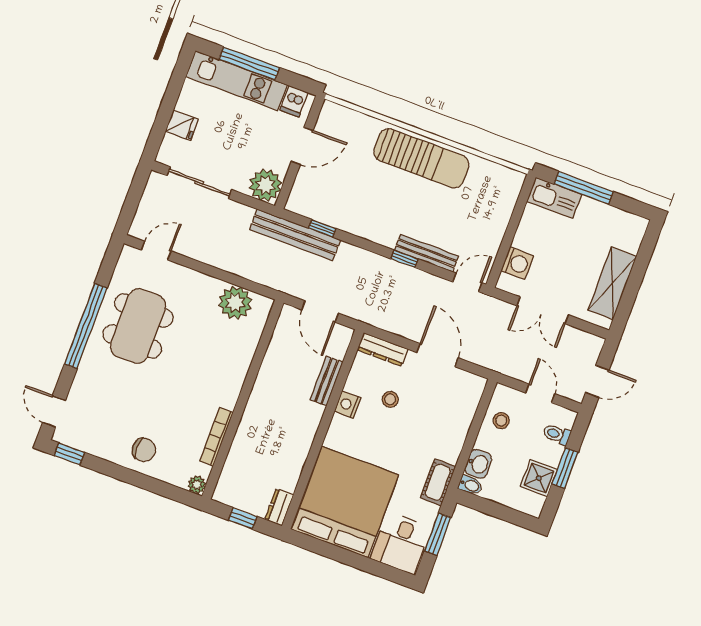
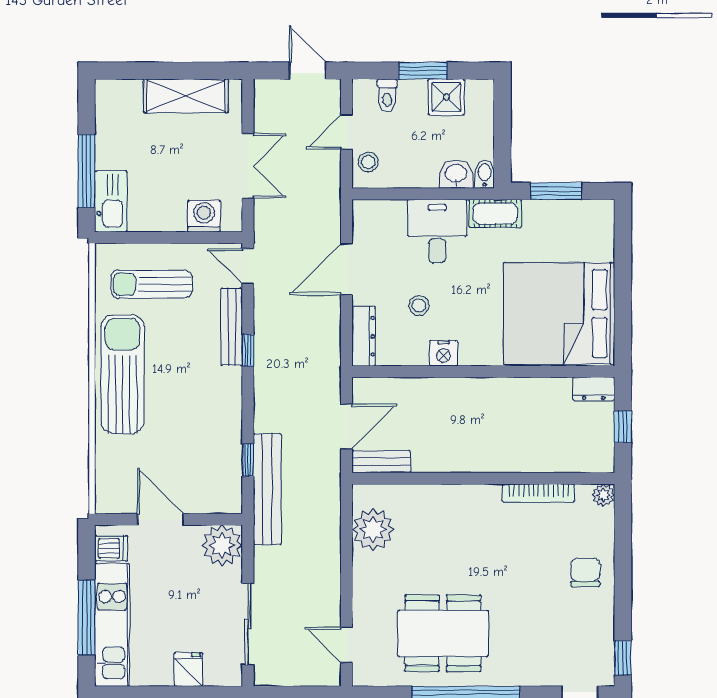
sun lounger: (481, 205) -> (152, 284), added
bench: (327, 381) -> (381, 462), moved
stool: (501, 421) -> (368, 162), moved
desk: (401, 543) -> (437, 231), moved, turned -90

